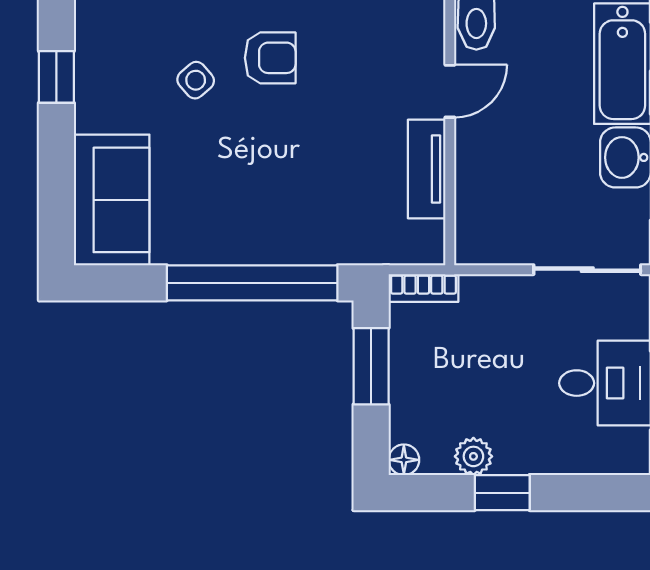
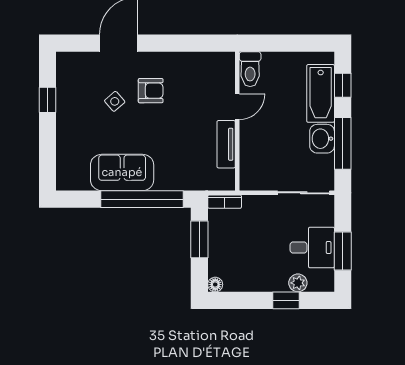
sofa: (112, 200) -> (122, 172), moved, turned -90
plant: (473, 456) -> (298, 283), moved
window: (502, 493) -> (286, 300), moved

